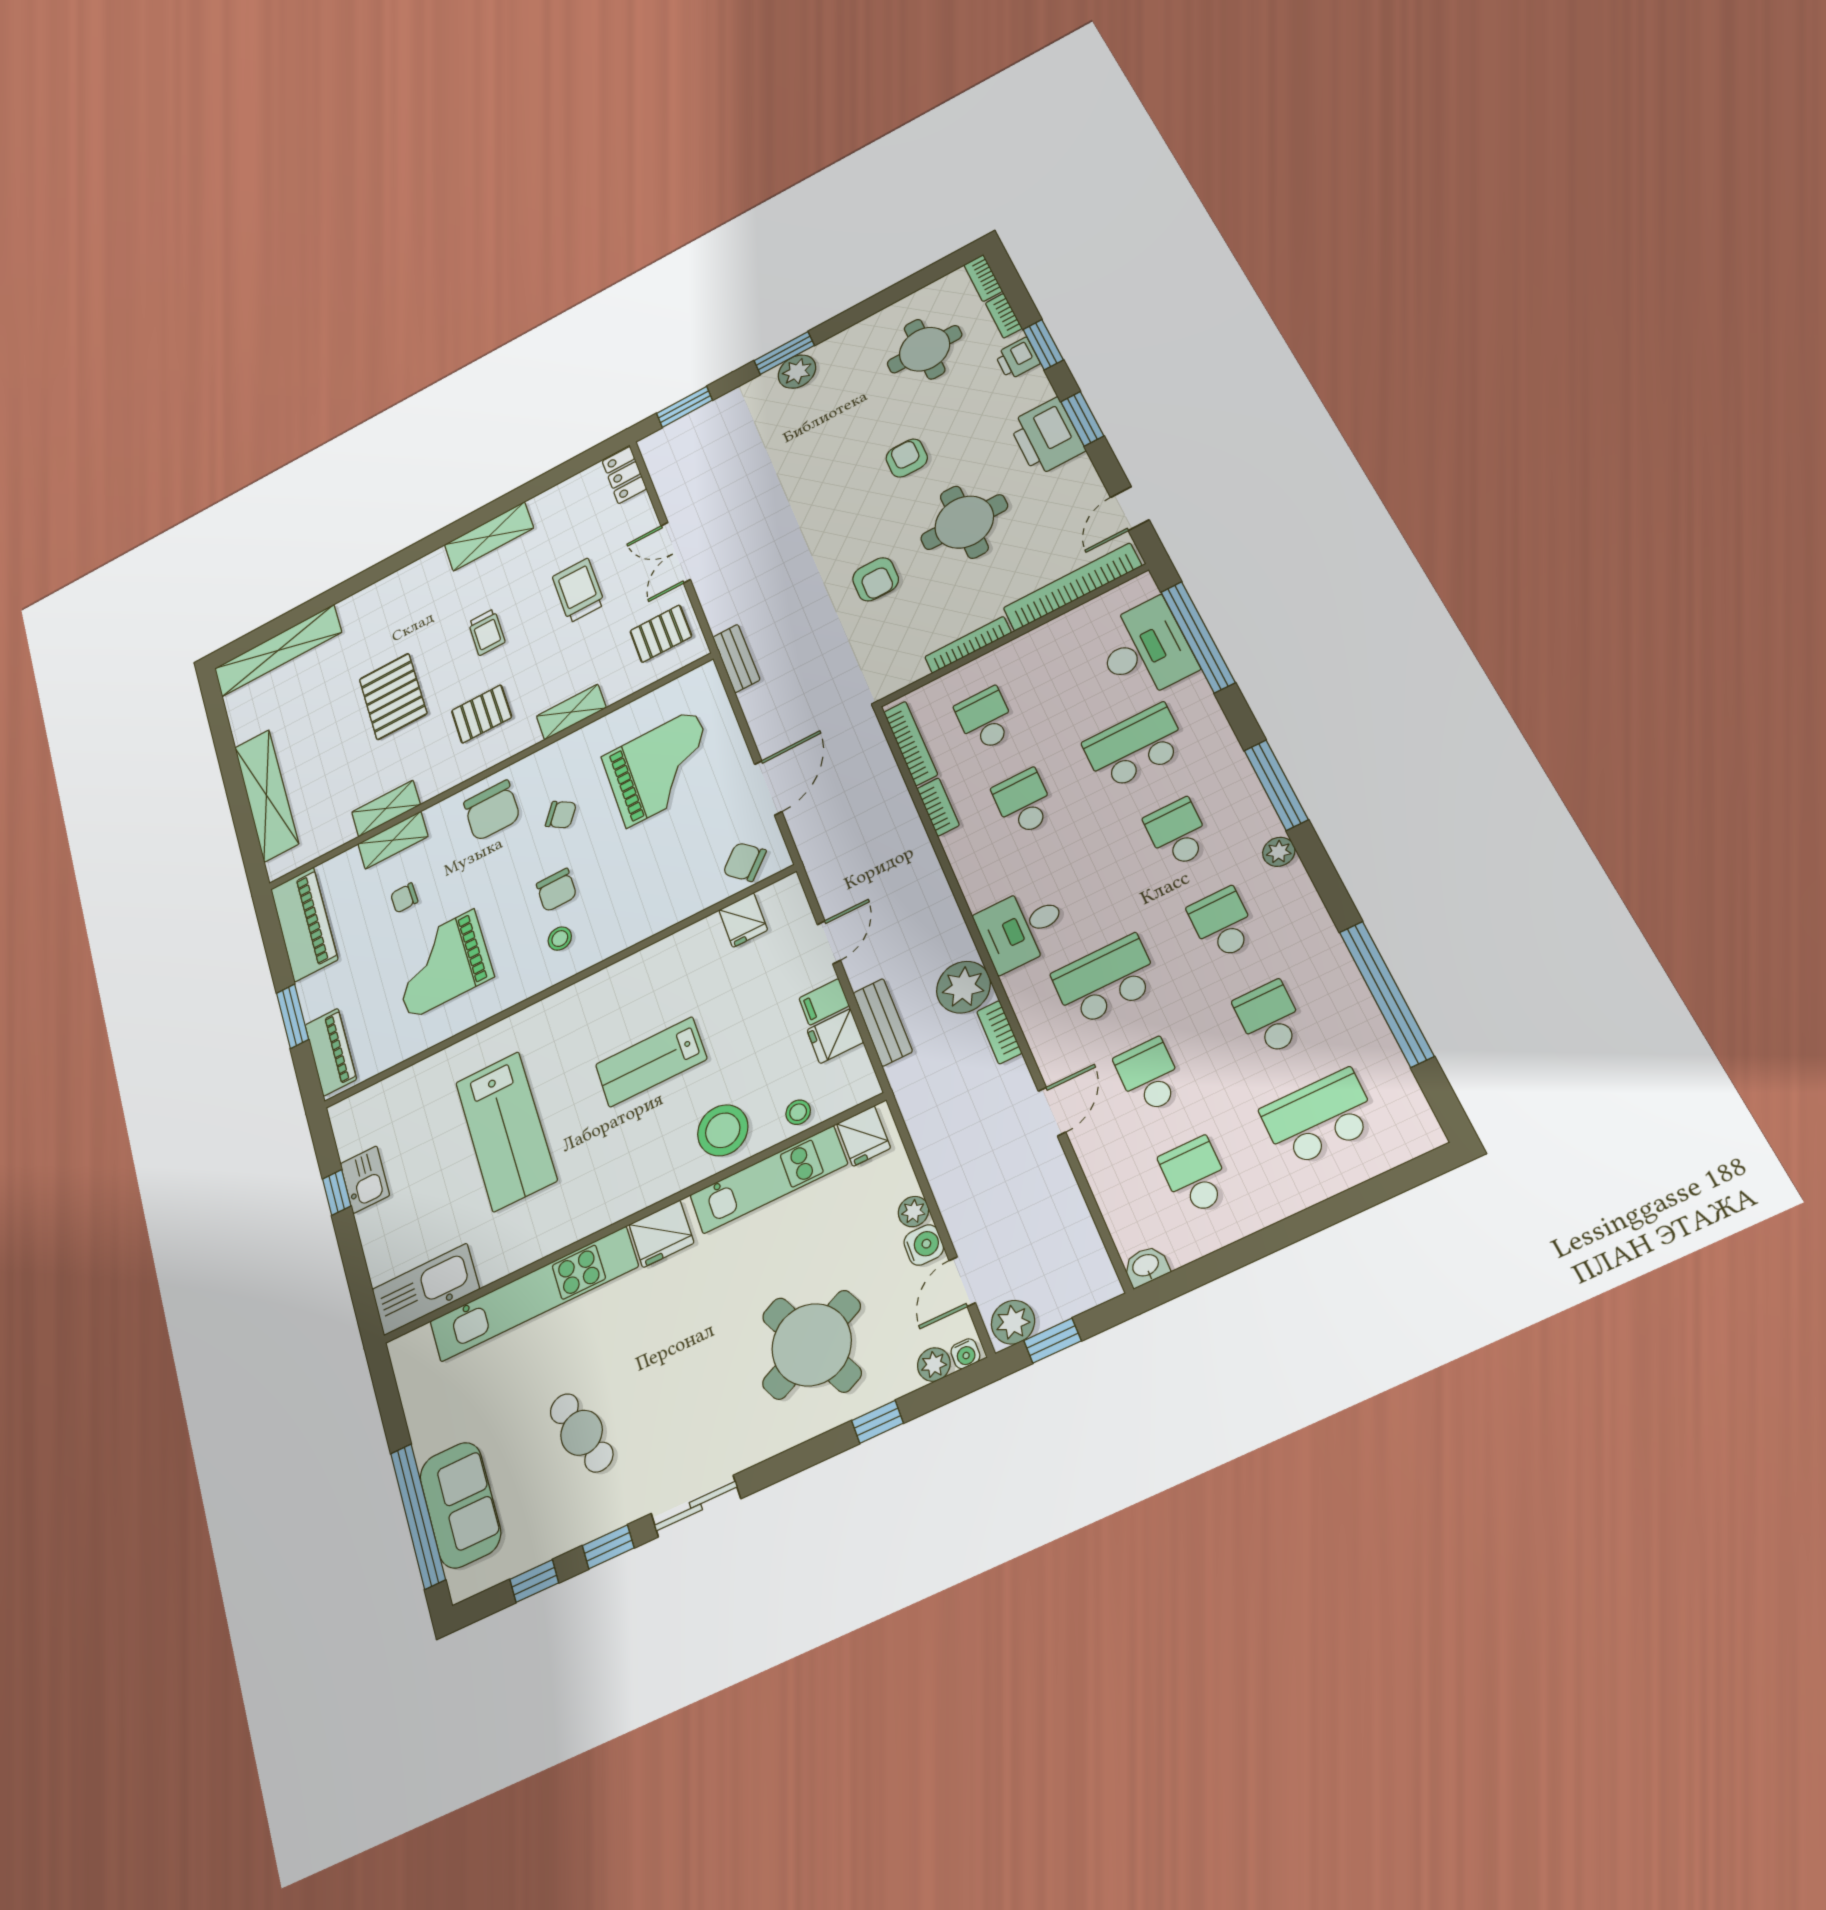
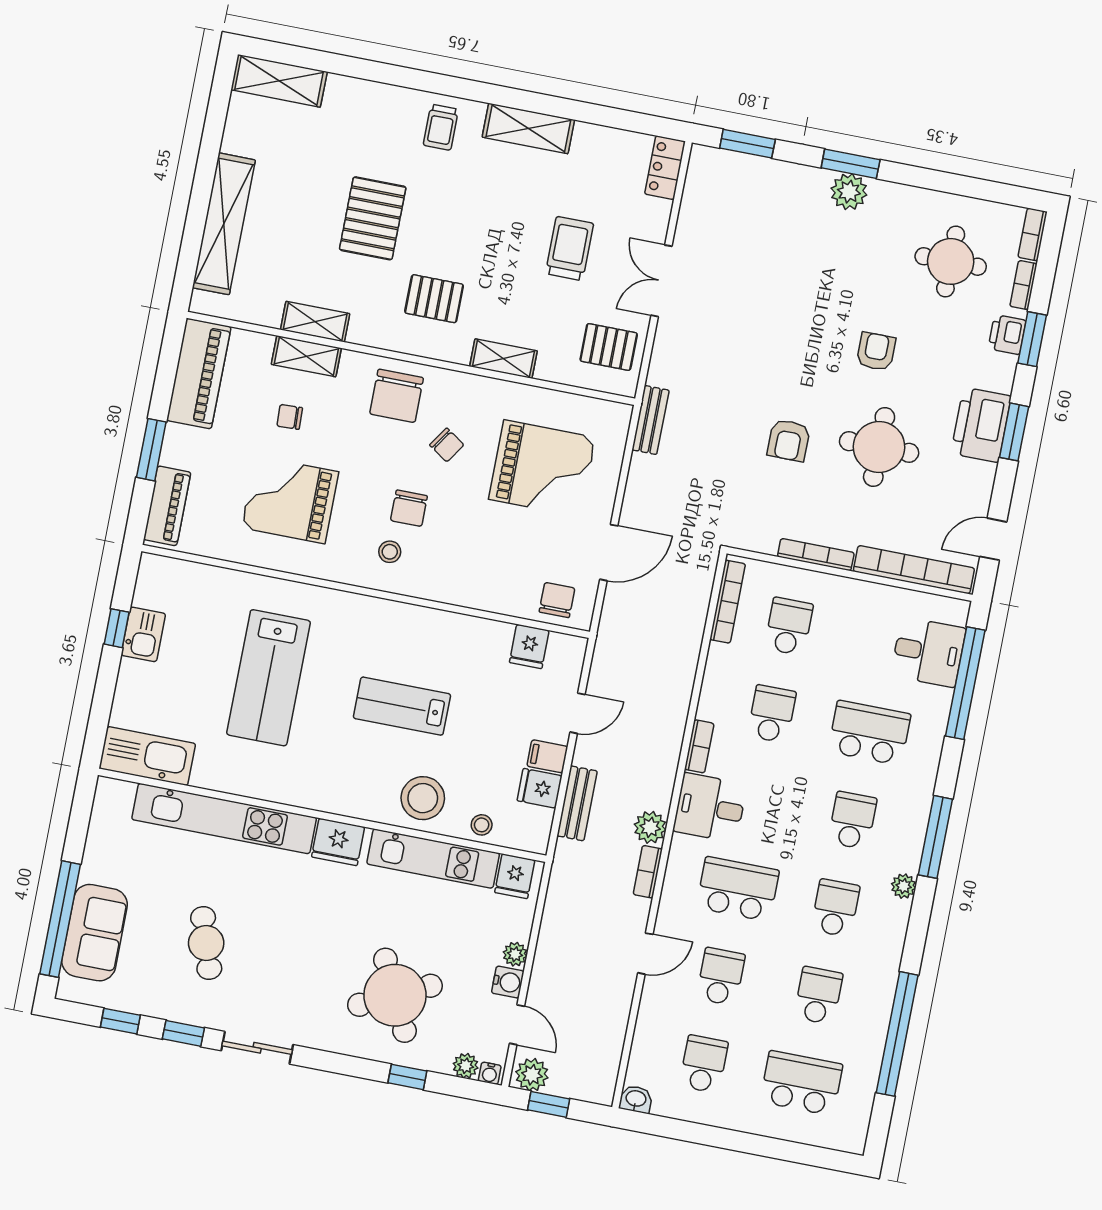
trolley: (487, 632) -> (441, 127), moved
desk: (1145, 650) -> (928, 652), width x0.73
shelving: (278, 651) -> (279, 81), width x0.68
bookcase: (938, 807) -> (699, 746), moved
chair: (744, 862) -> (557, 600), turned 46
plant: (963, 987) -> (650, 827), width x0.73, depth x0.73
door: (962, 1282) -> (517, 1025), swing flipped

